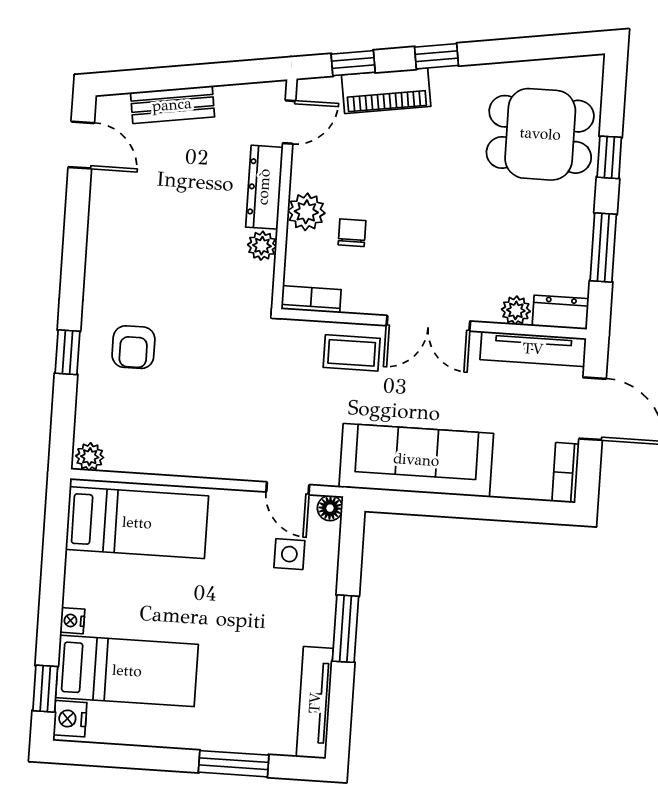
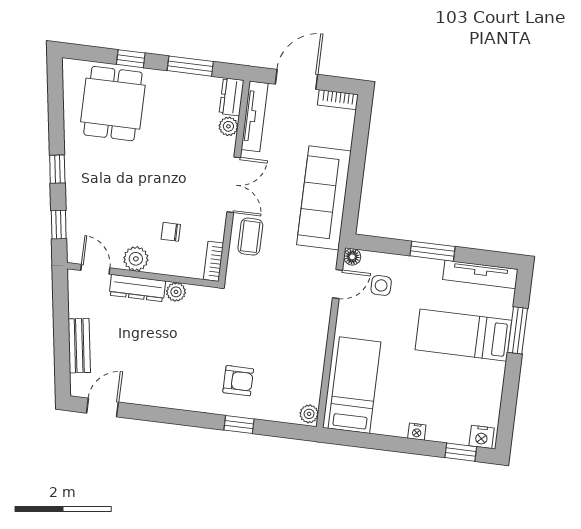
piano: (386, 91) -> (78, 204), removed
plant: (306, 212) -> (136, 259), moved
bed: (127, 671) -> (463, 335), moved, turned -90

